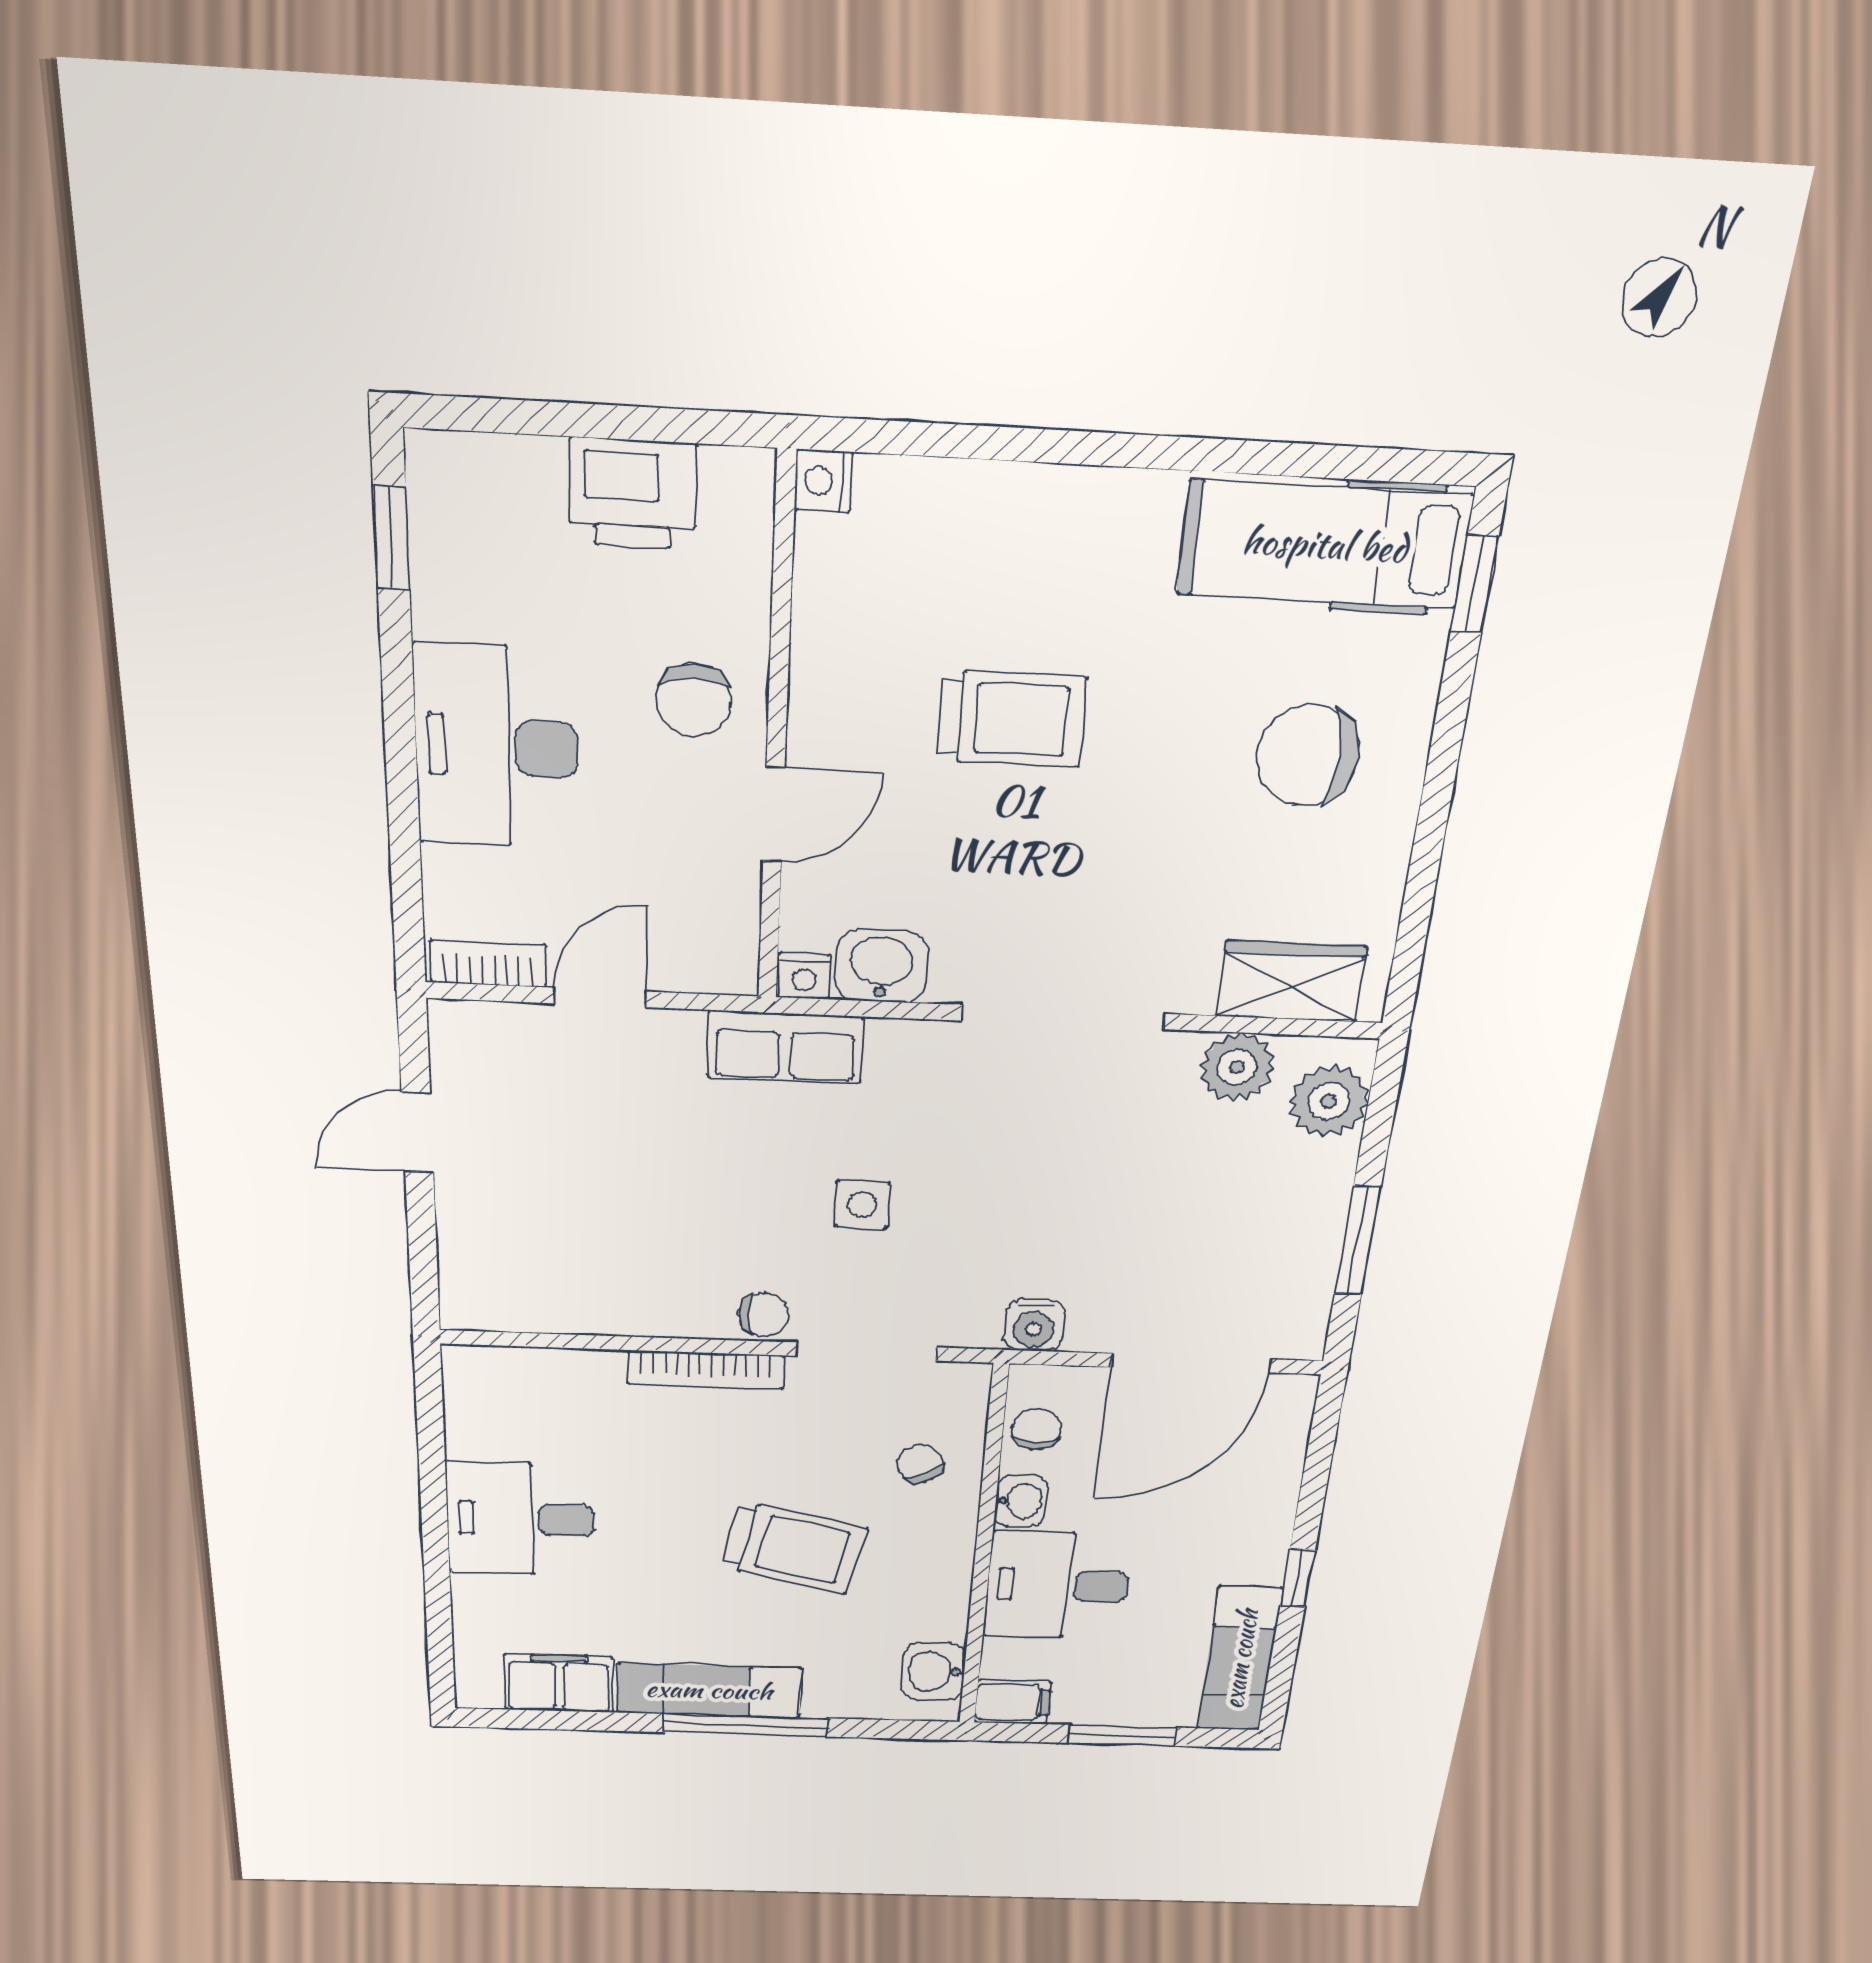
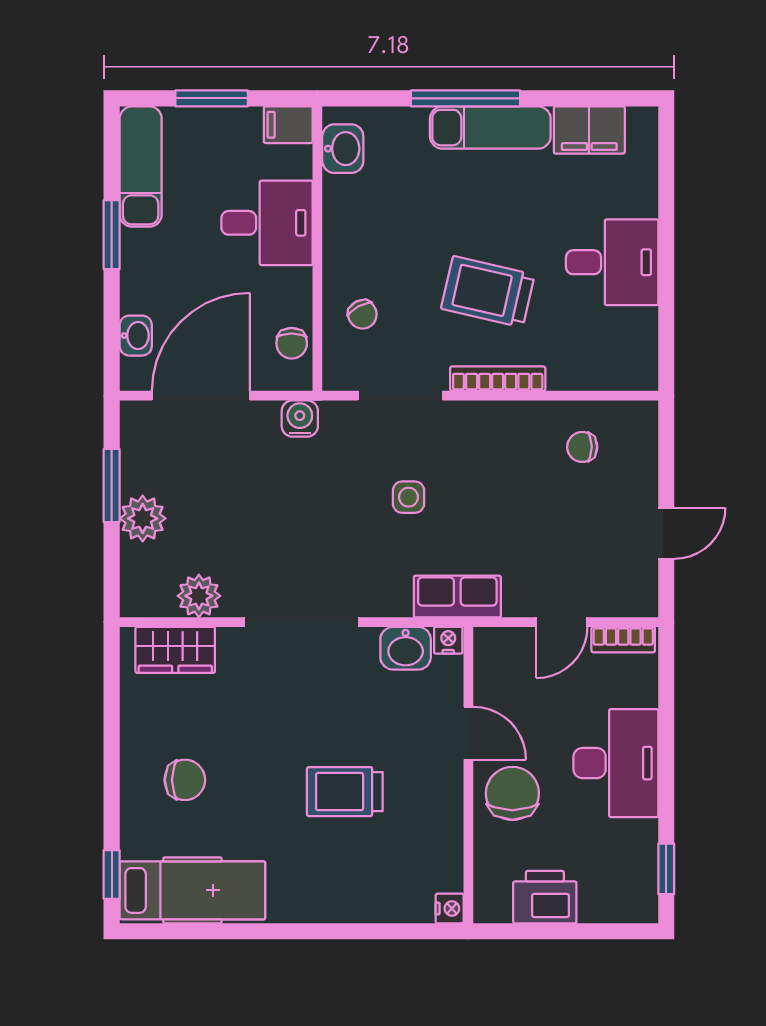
chair: (694, 700) -> (512, 793), width x1.37, depth x1.37
chair: (1308, 755) -> (185, 780), width x0.73, depth x0.73
door: (774, 814) -> (468, 733), swing flipped
plant: (1329, 1101) -> (143, 518), moved
chair: (764, 1315) -> (582, 447), moved
washbasin: (1021, 1501) -> (136, 336), moved, turned 180
trolley: (794, 1548) -> (488, 292), moved
window: (1298, 1578) -> (112, 235), width x1.50

